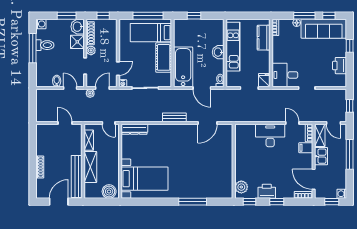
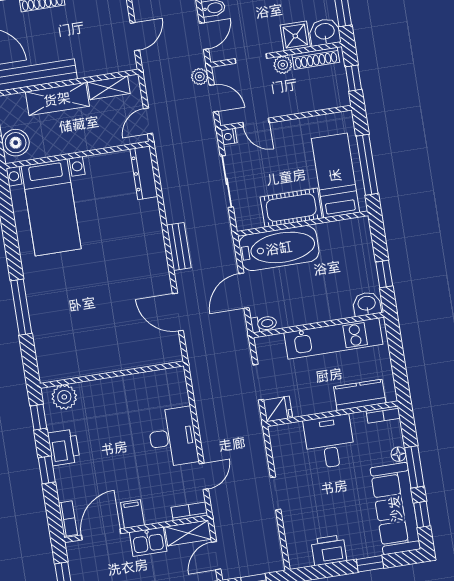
window: (194, 16) -> (384, 274), moved
washbasin: (218, 52) -> (367, 304), moved
desk: (285, 75) -> (329, 442), moved
filing cabinet: (306, 148) -> (132, 514), moved

